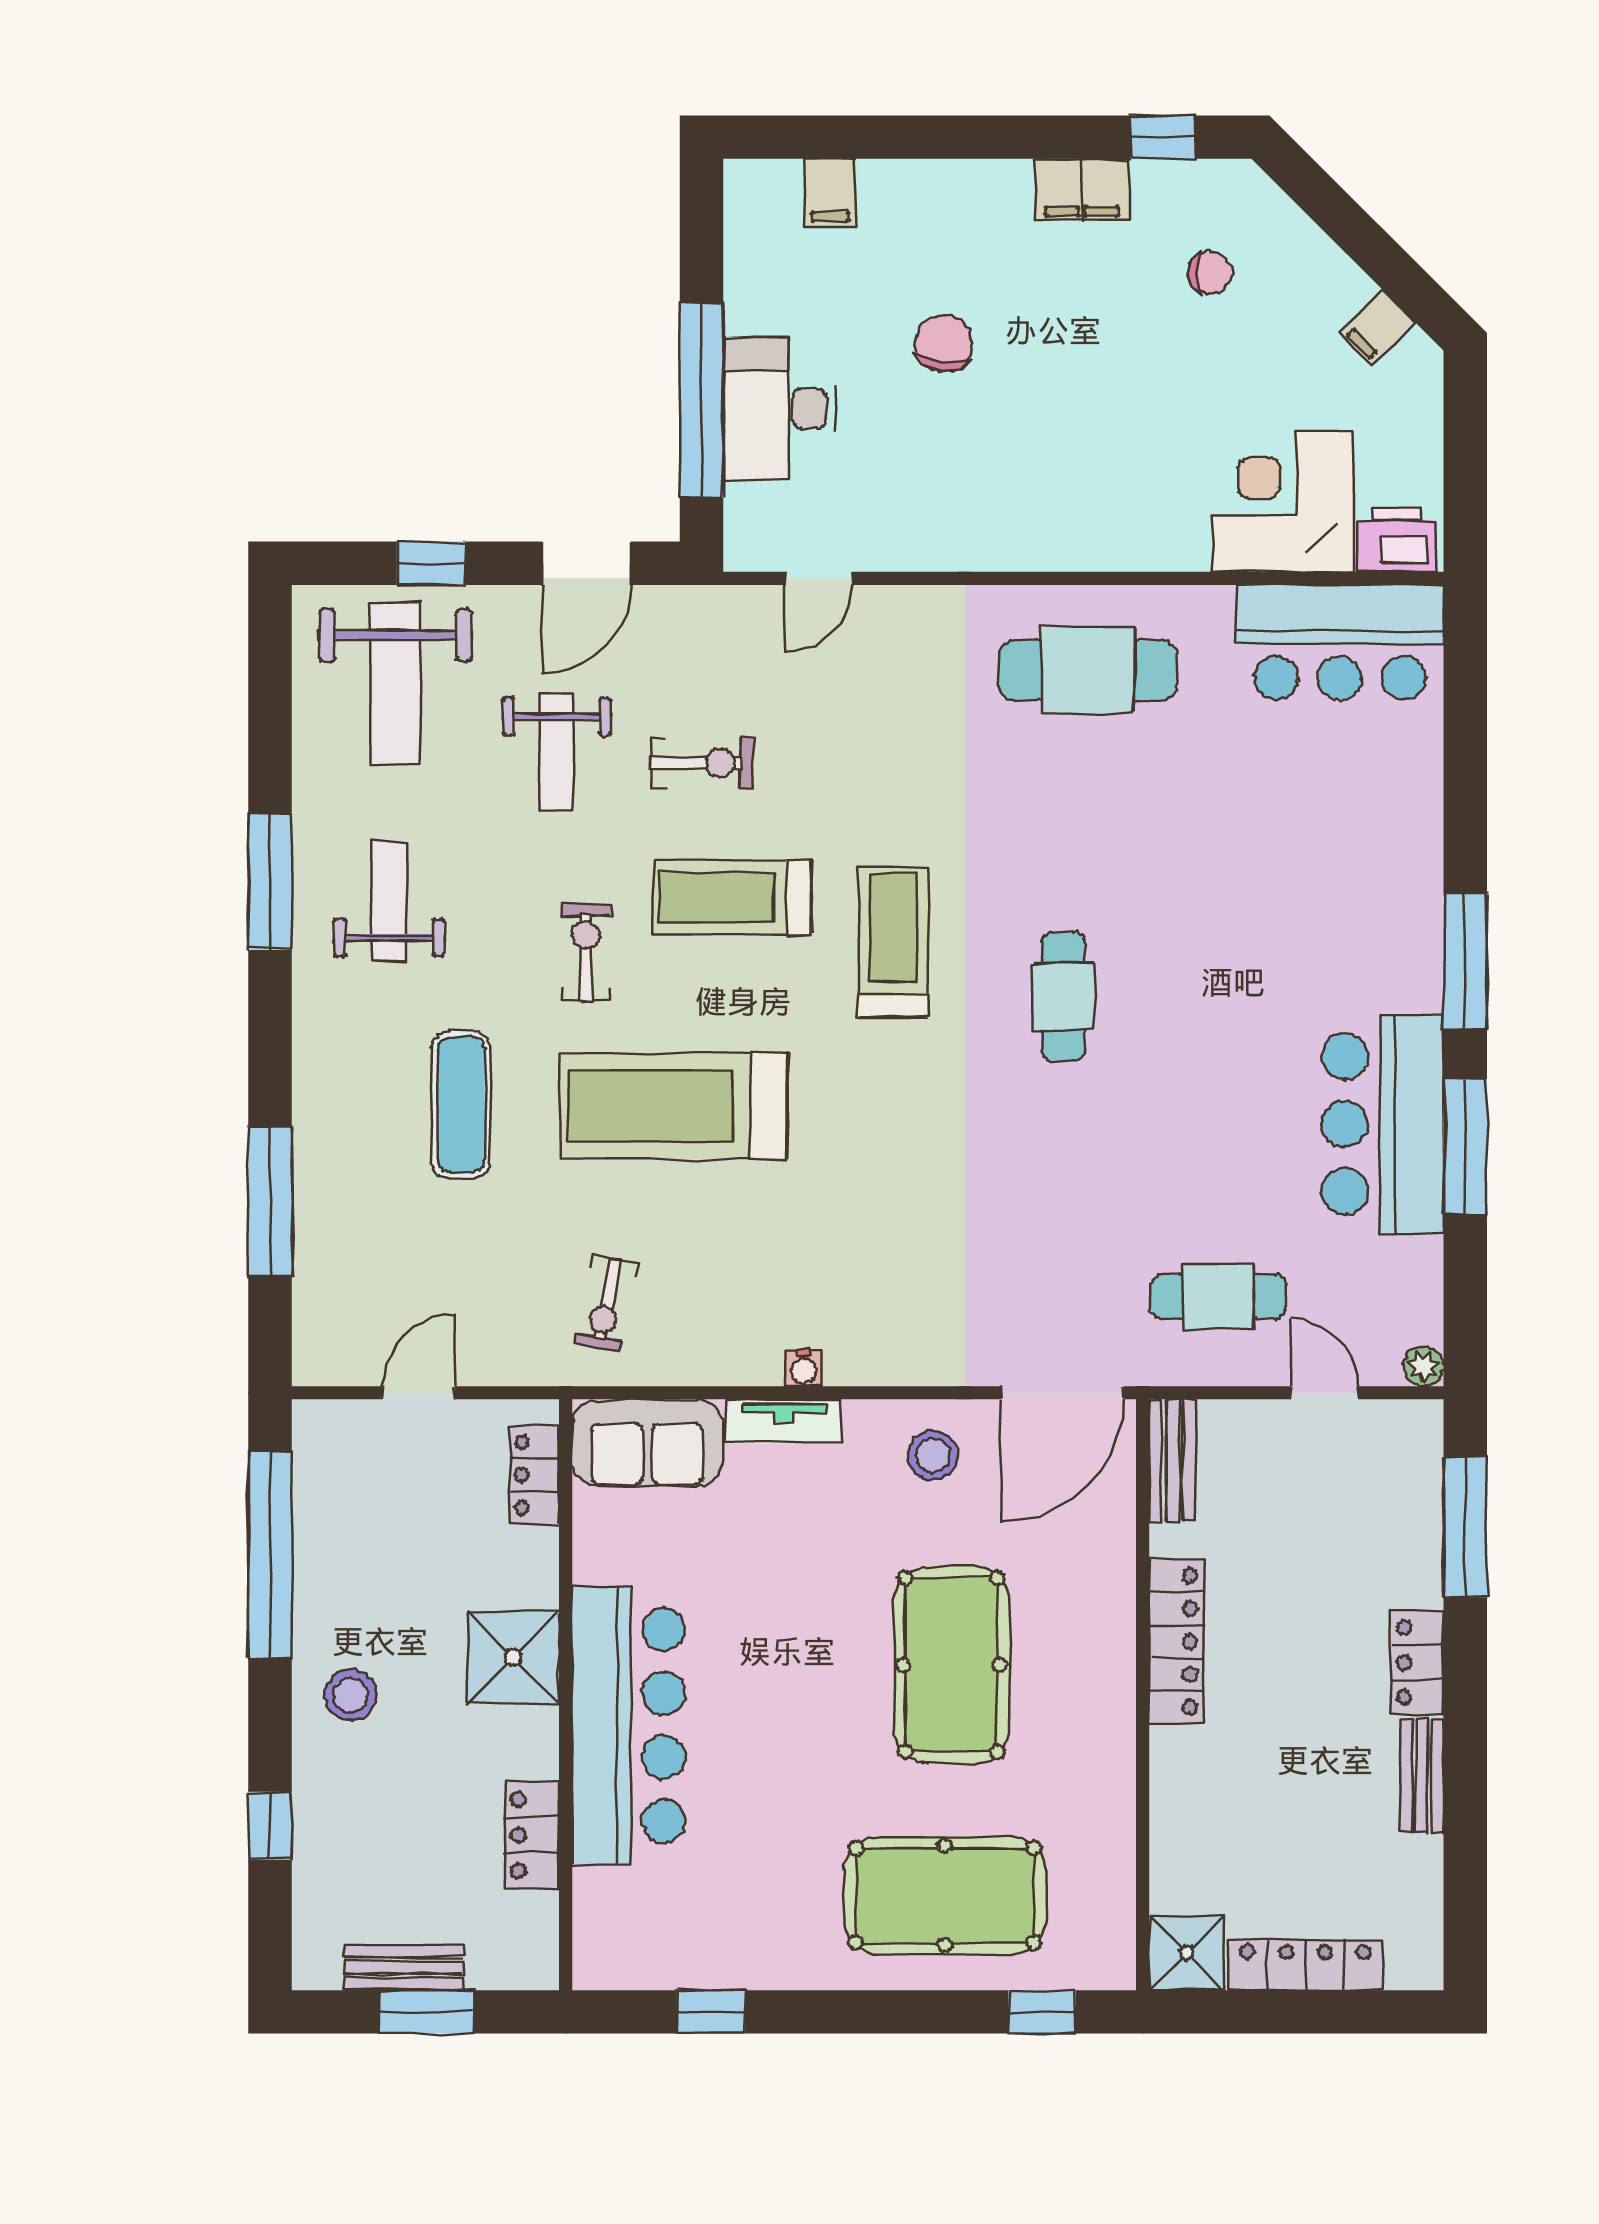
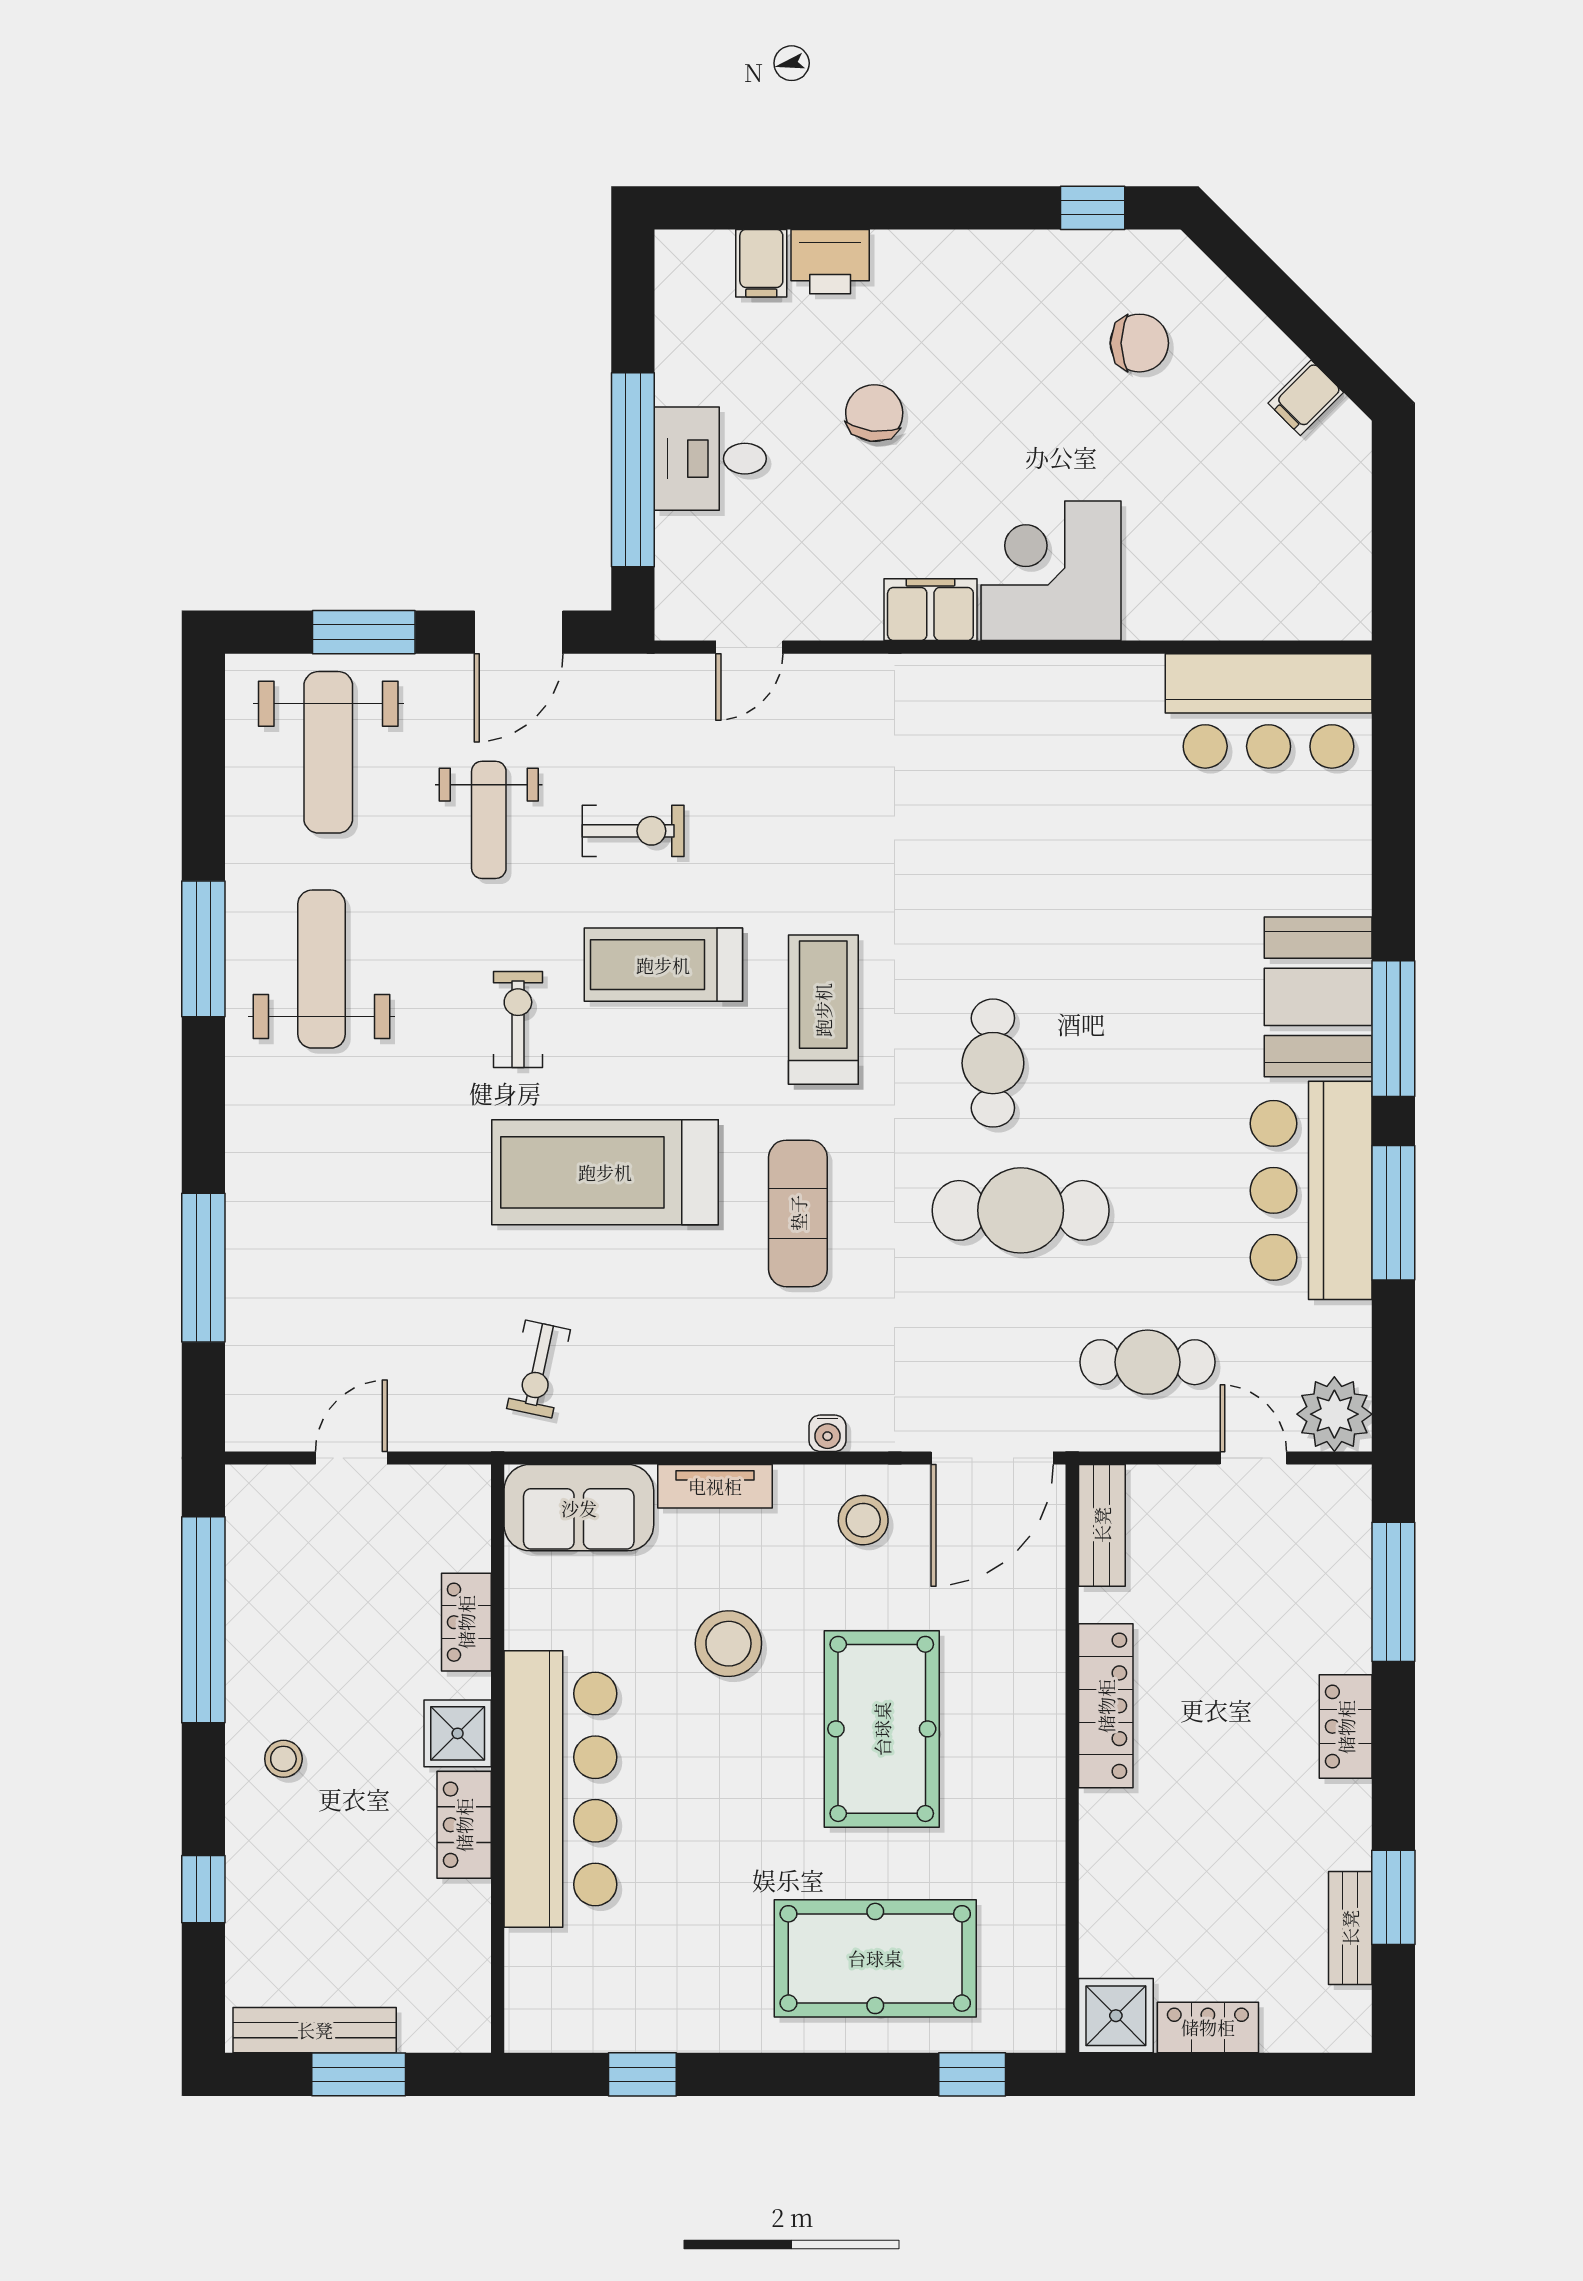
filing cabinet: (1082, 190) -> (930, 610), moved, turned 180
chair: (1210, 273) -> (1139, 343), width x1.37, depth x1.37
desk: (779, 408) -> (710, 459), width x0.73
corner desk: (1283, 502) -> (1051, 571), moved
printer: (1396, 539) -> (830, 262), moved, turned 180
window: (431, 563) -> (364, 632), width x1.50
cafe table: (1088, 670) -> (1021, 1210), moved
weight bench: (389, 902) -> (322, 969), width x1.36, depth x1.33
booth: (1390, 930) -> (1318, 997), added
exercise mat: (461, 1105) -> (798, 1213), moved
plant: (1424, 1366) -> (1334, 1414), width x1.87, depth x1.87
water cooler: (804, 1368) -> (827, 1433), moved
locker: (534, 1475) -> (466, 1622), moved
stool: (797, 1579) -> (728, 1644), added
shower: (513, 1657) -> (458, 1733), width x0.73, depth x0.73
stool: (351, 1695) -> (283, 1759), width x0.73, depth x0.73
bench: (1422, 1776) -> (1350, 1928), moved
window: (1465, 1834) -> (1393, 1897), added
locker: (532, 1835) -> (464, 1825), moved
locker: (1306, 1965) -> (1208, 2027), width x0.66
bench: (404, 1967) -> (315, 2030), width x1.36

